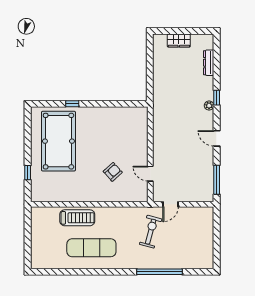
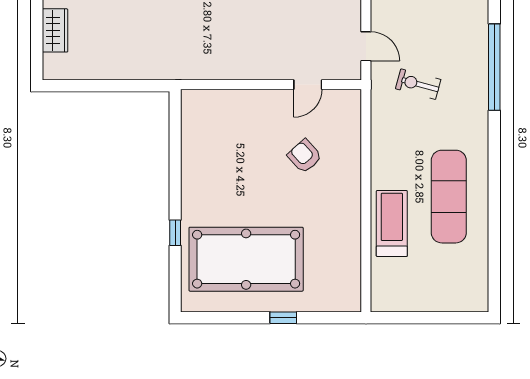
window: (28, 173) -> (283, 318), moved
exercise bike: (151, 232) -> (418, 84), width x0.73, depth x0.72

